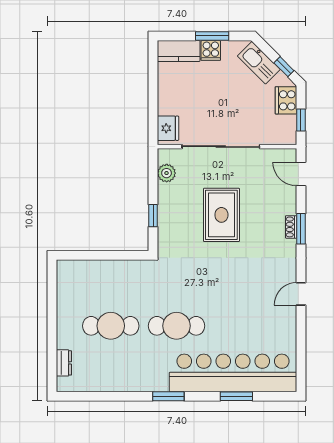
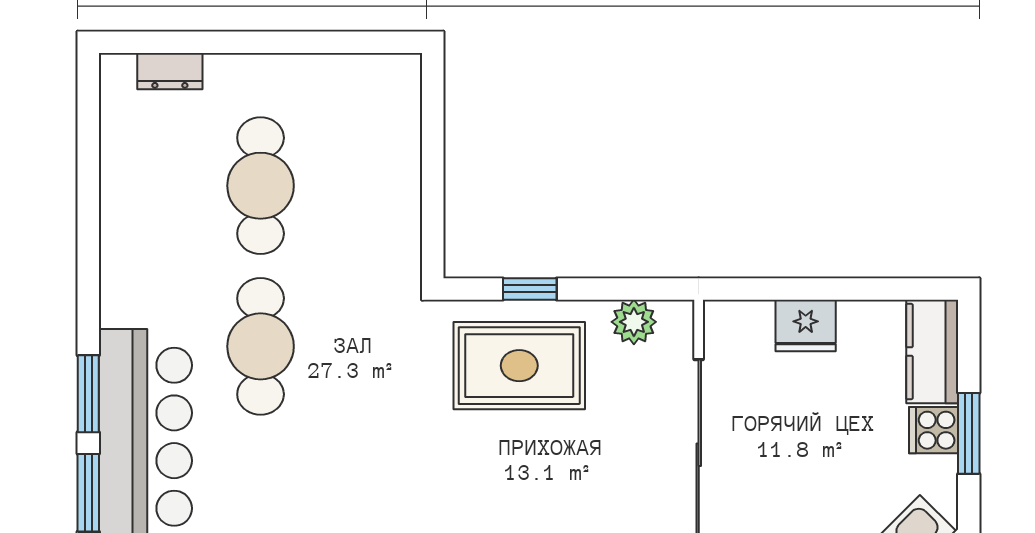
fridge: (168, 128) -> (806, 325), moved
rug: (221, 215) -> (519, 366), moved
window: (168, 396) -> (88, 394), moved

